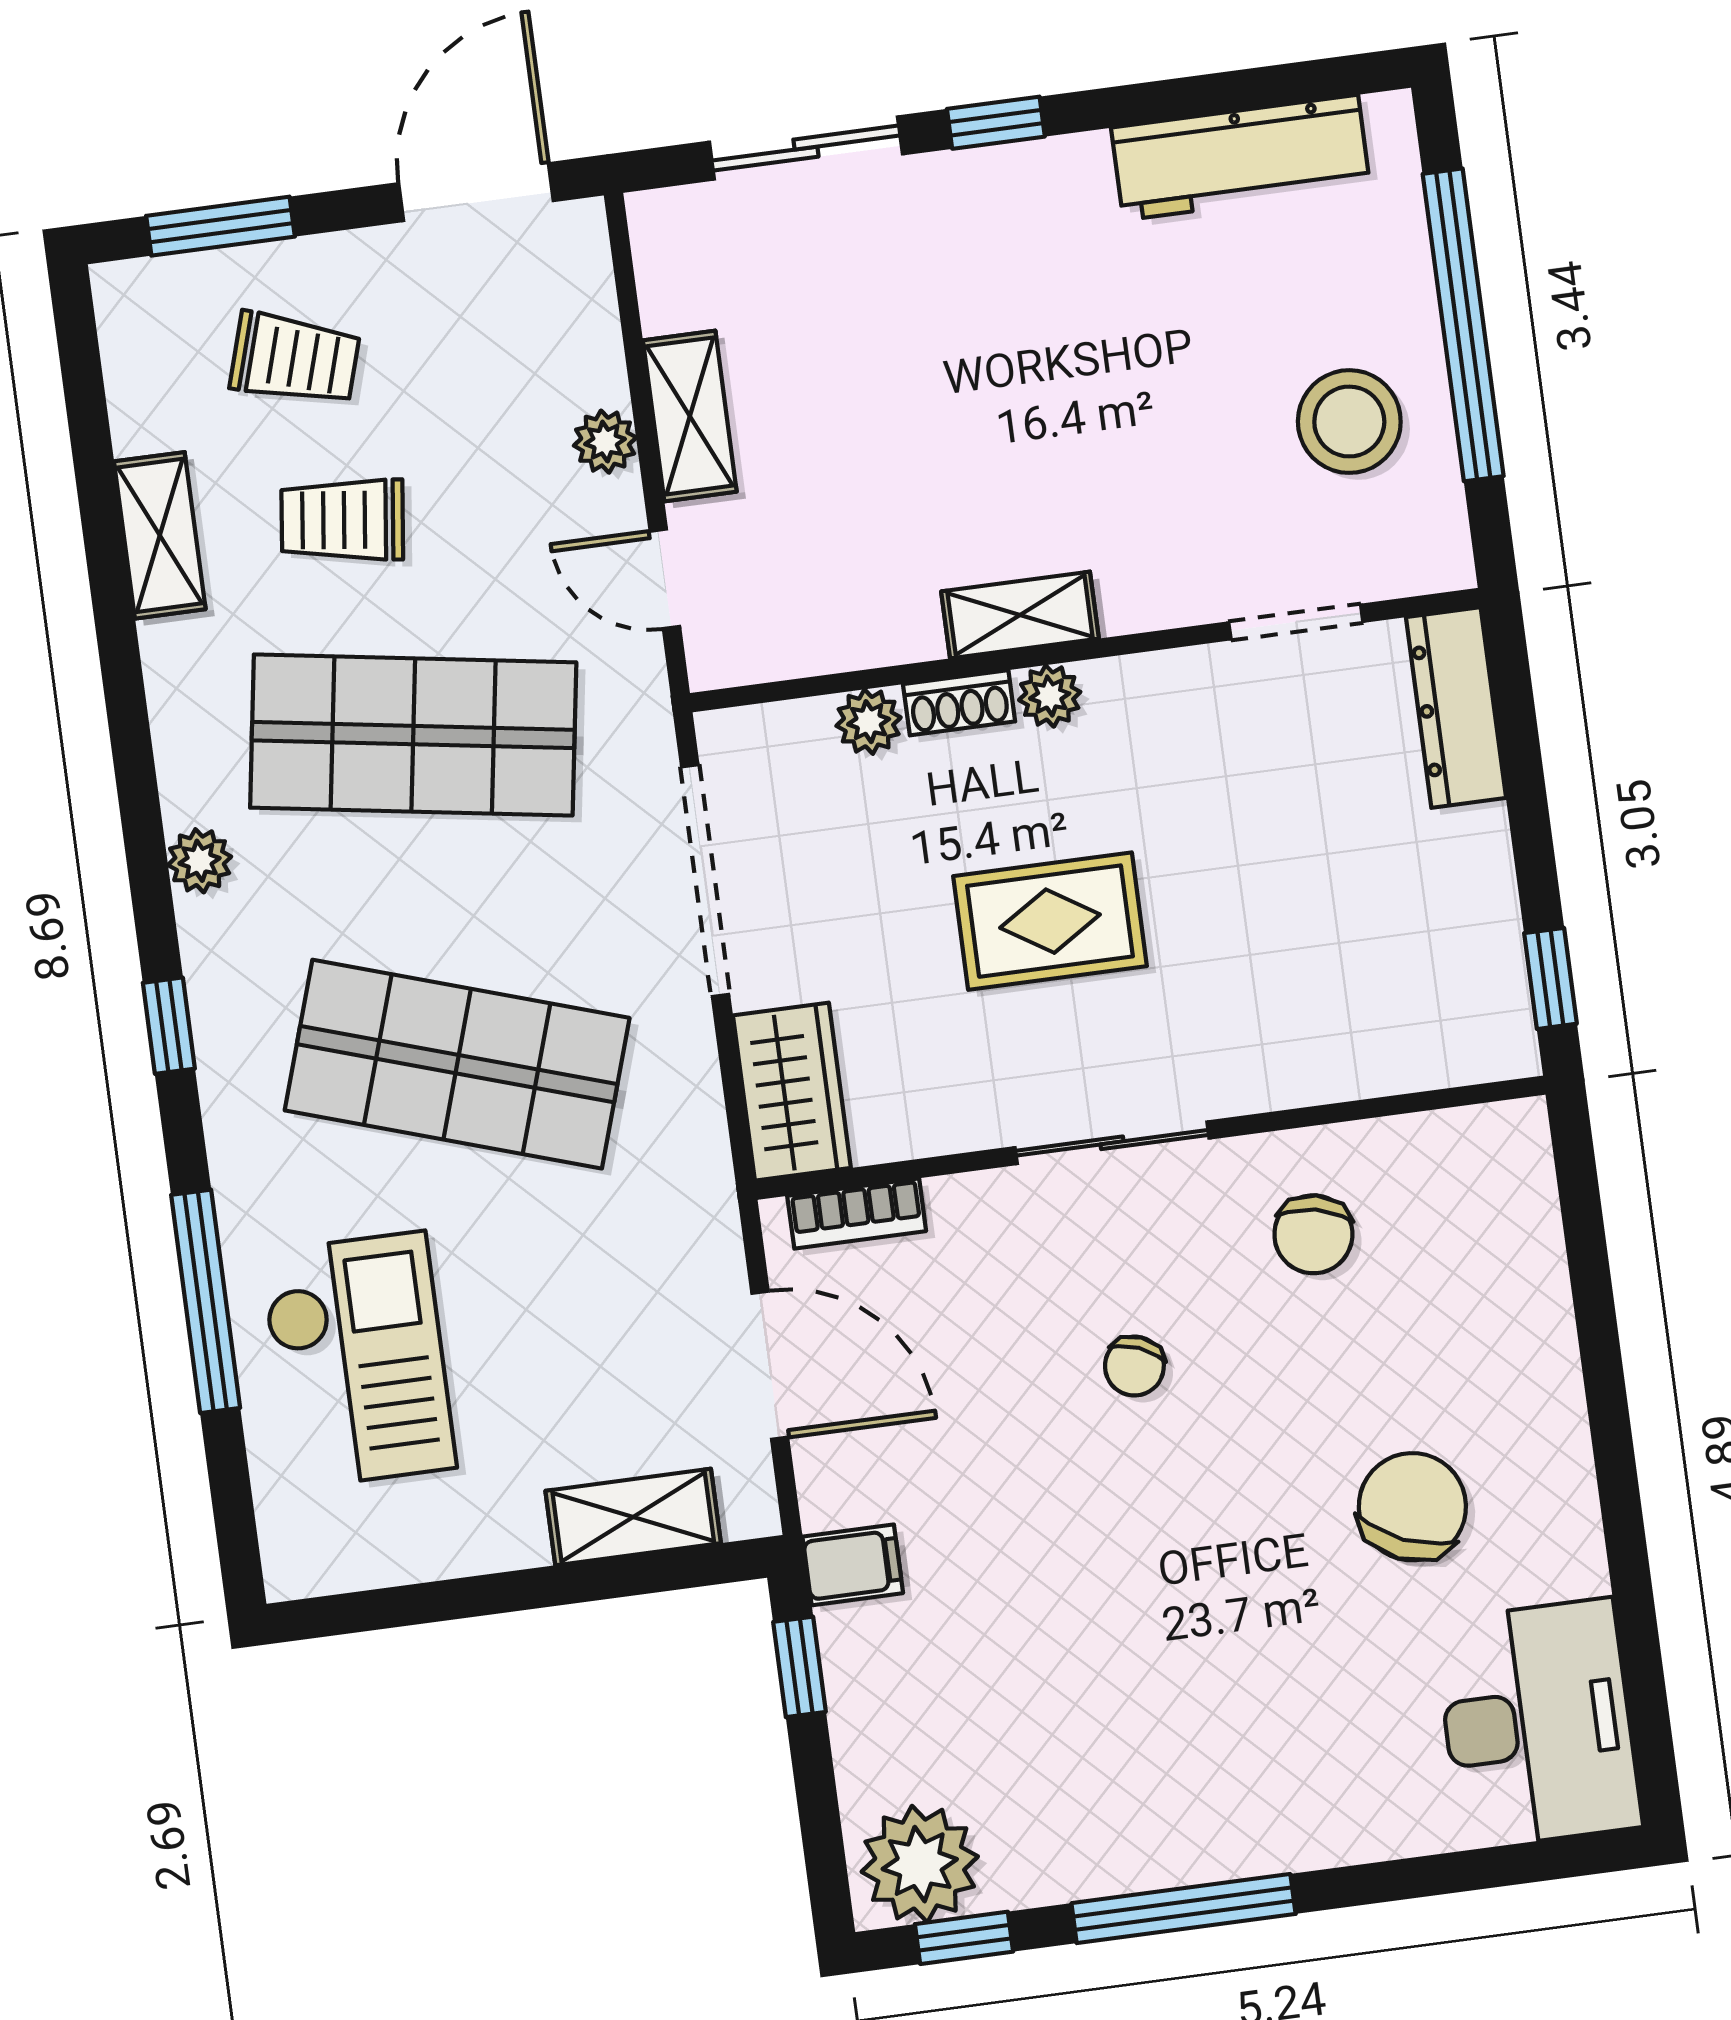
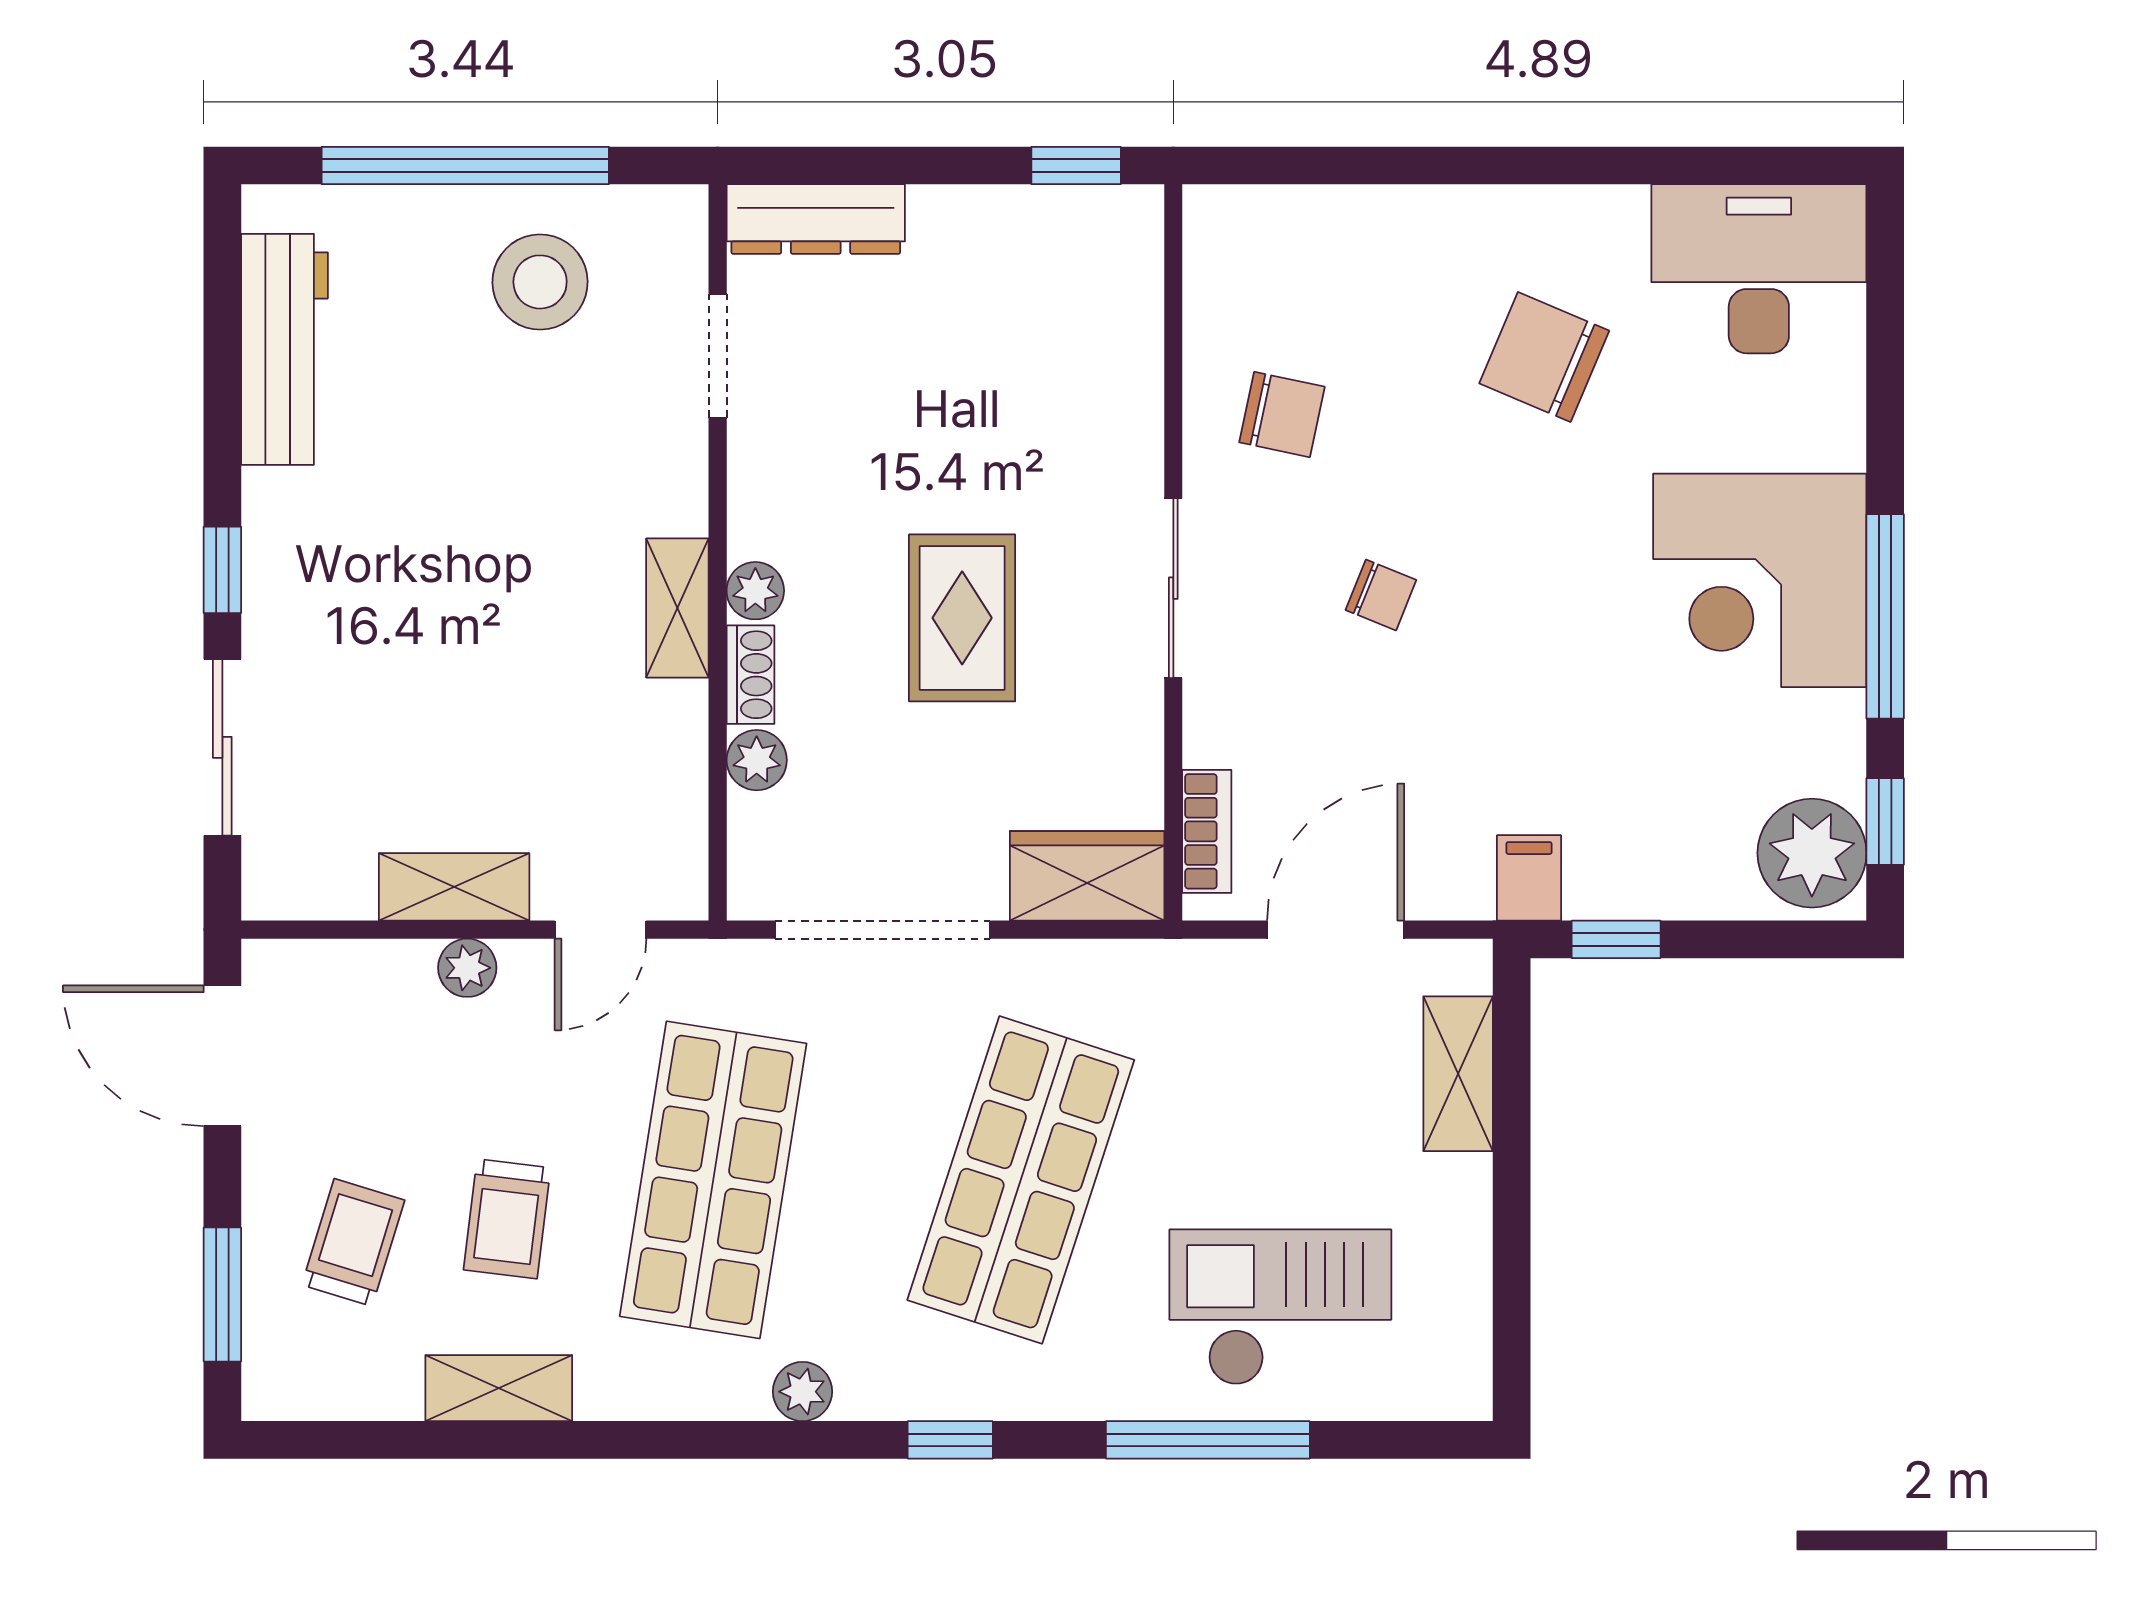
corner desk: (1204, 1769) -> (1760, 580), added

